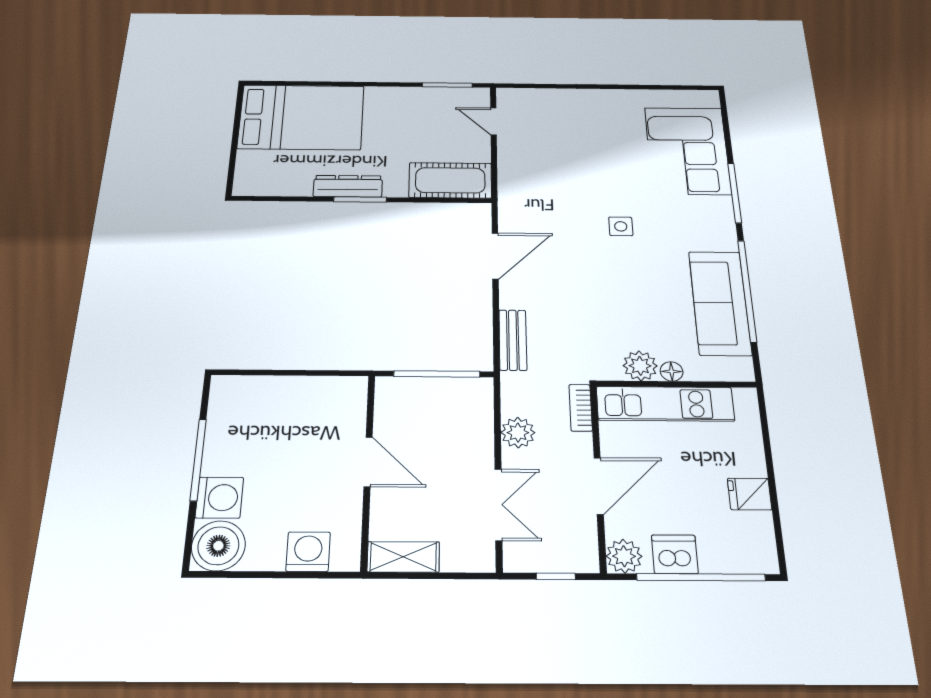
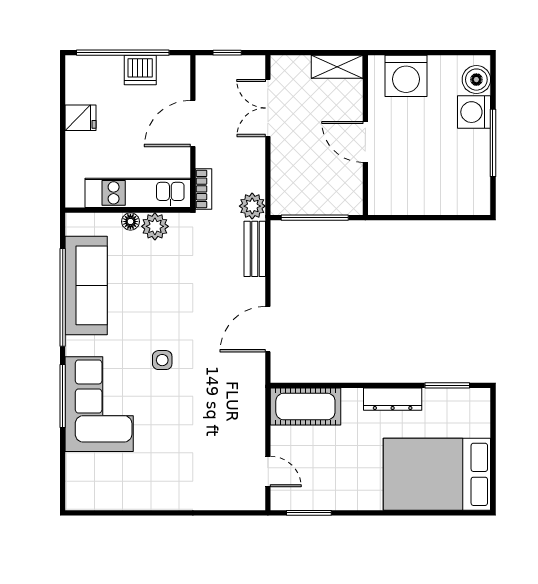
corner sofa: (687, 151) -> (99, 404), moved
window: (360, 200) -> (447, 385), moved
plant: (518, 433) -> (252, 206), moved
boiler: (218, 546) -> (476, 80), width x0.73, depth x0.73
washing machine: (308, 552) -> (406, 76), width x1.37, depth x1.37
plant: (624, 556) -> (177, 68), removed

